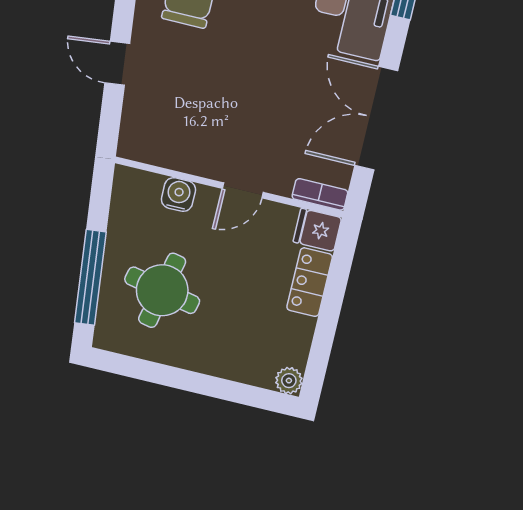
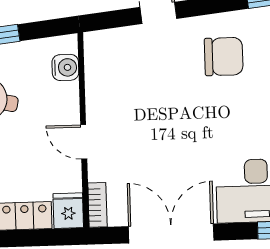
water cooler: (178, 195) -> (65, 67), moved

